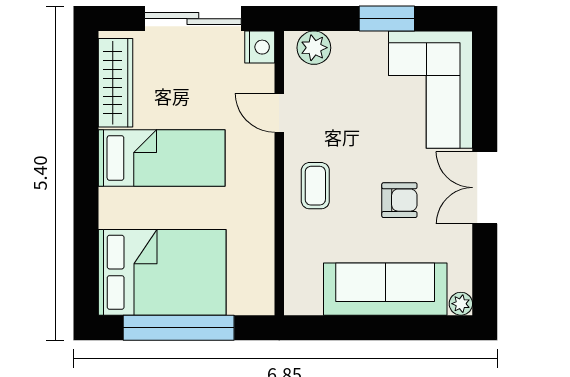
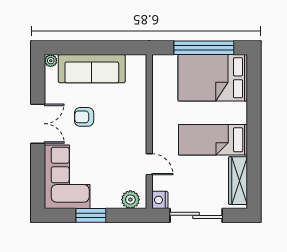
coffee table: (315, 186) -> (130, 125), removed

